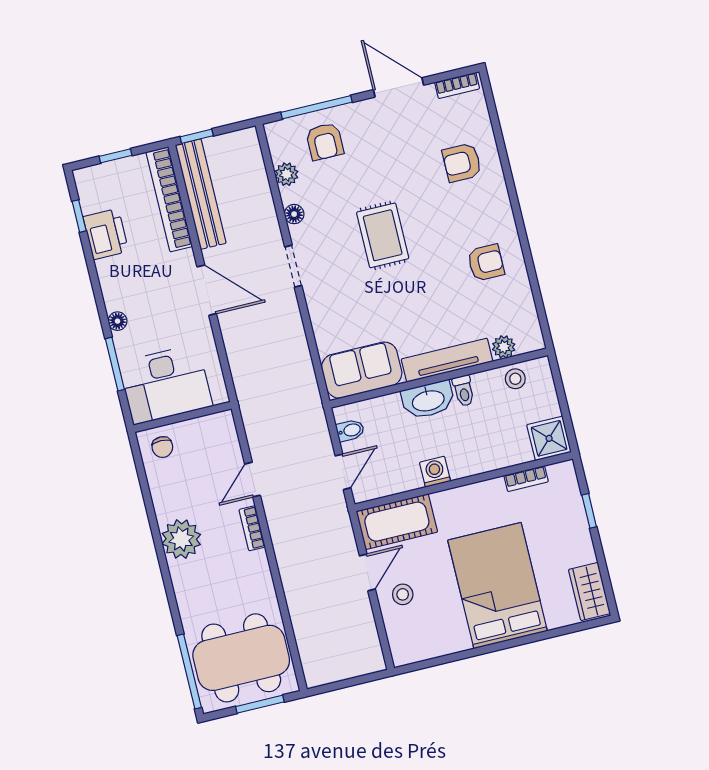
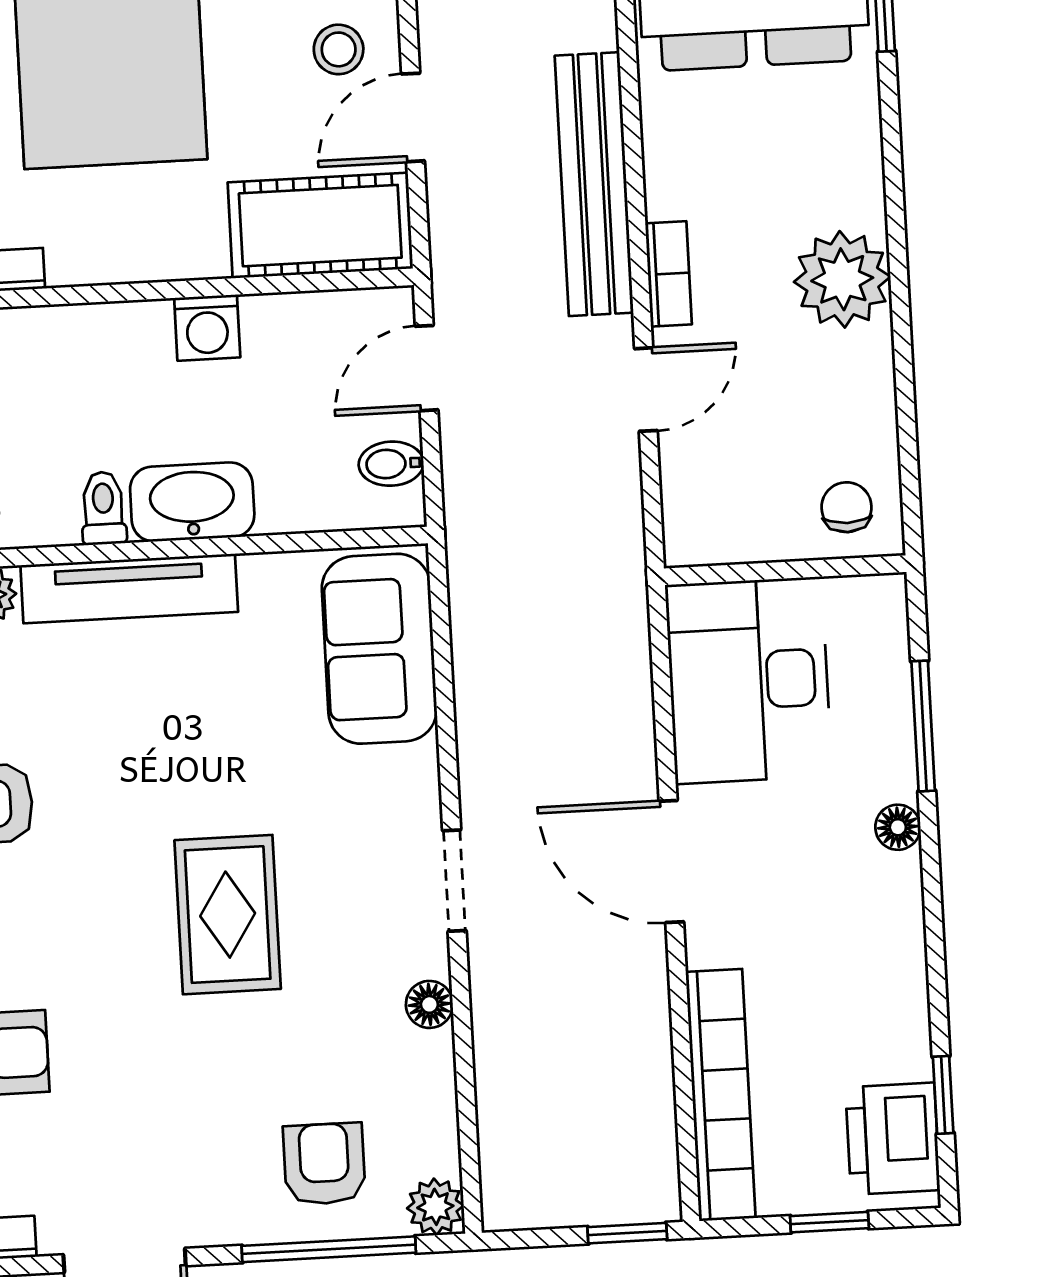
plant: (287, 174) -> (435, 1207), moved
bench: (201, 194) -> (594, 184), moved
printer: (106, 234) -> (893, 1139), moved
sofa: (362, 370) -> (379, 649), moved, turned 90
desk: (166, 384) -> (748, 680), moved, turned -90

